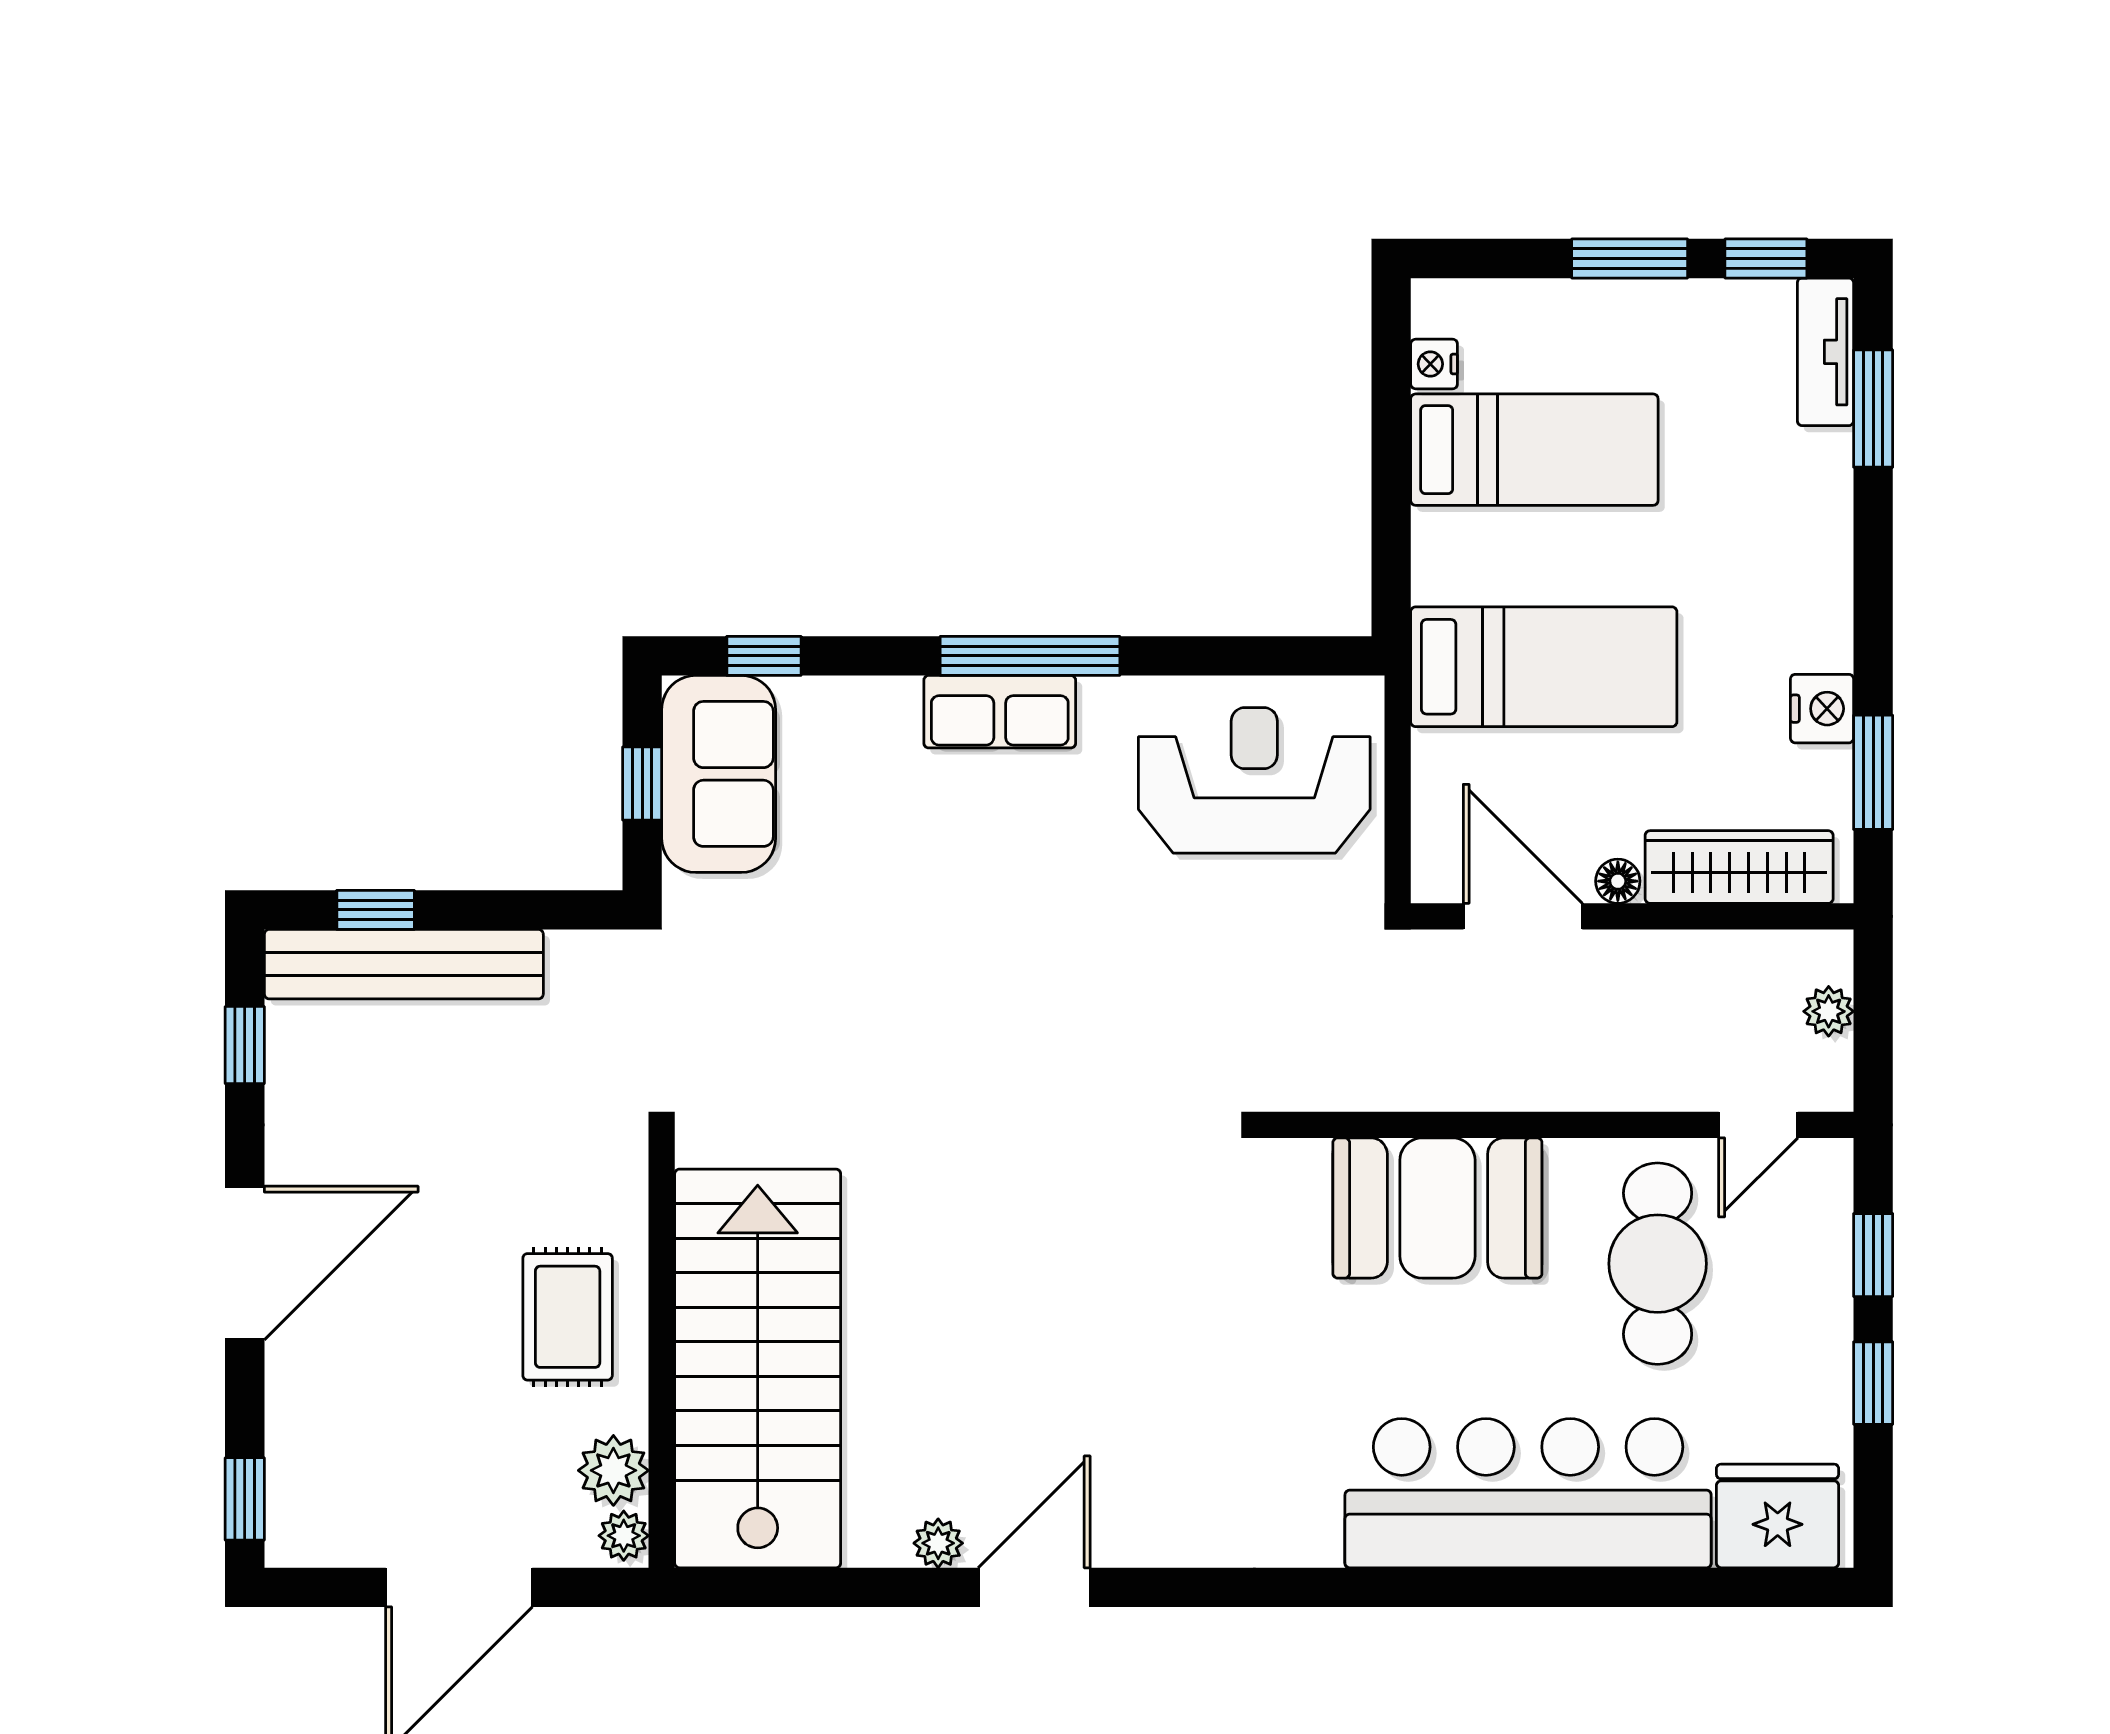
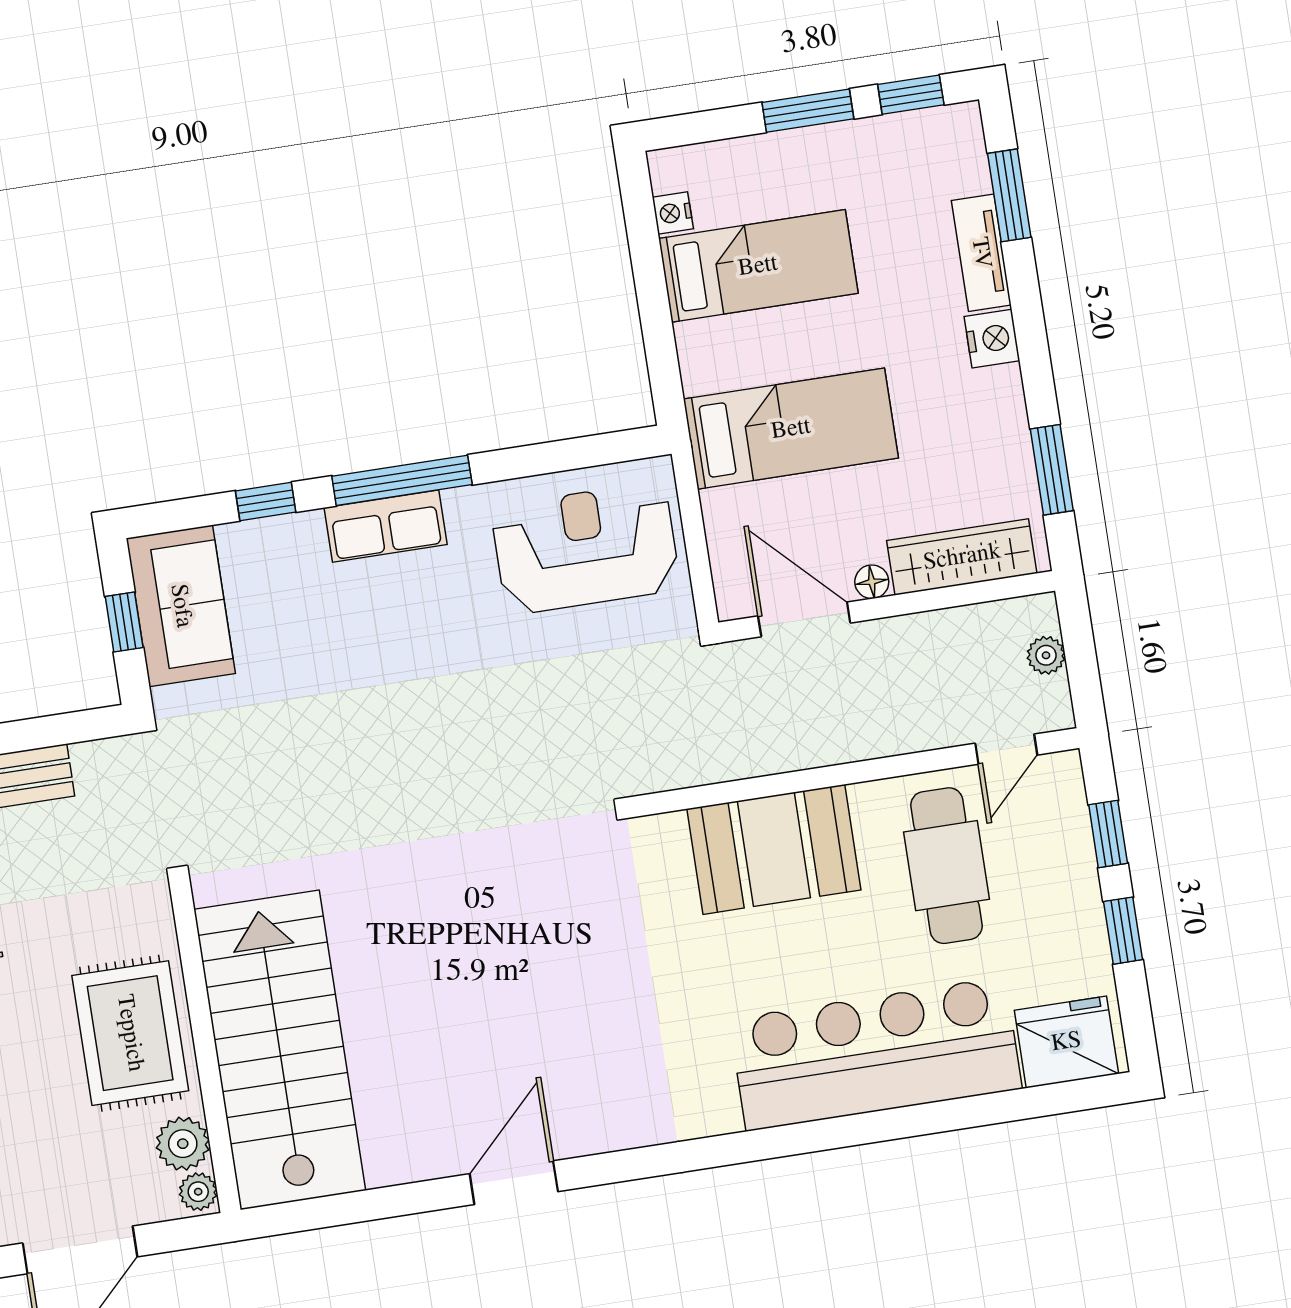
tv unit: (1825, 352) -> (981, 253), moved
window: (764, 656) -> (266, 501), moved
nightstand: (1822, 709) -> (992, 339), moved
rug: (568, 1317) -> (130, 1033), width x1.36, depth x1.43
plant: (938, 1543) -> (436, 1161), removed

